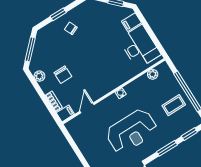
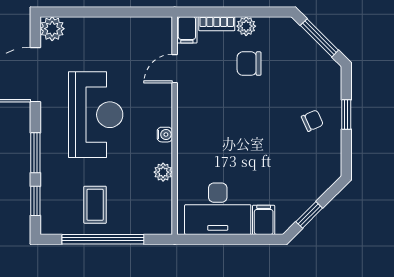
plant: (153, 74) -> (163, 172), moved
plant: (39, 76) -> (246, 26), moved
door: (87, 108) -> (175, 69), swing flipped
reception desk: (132, 131) -> (96, 115), turned 180

